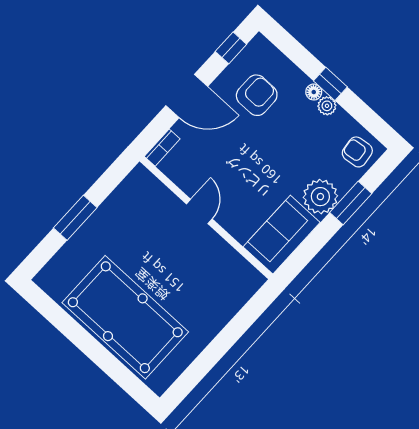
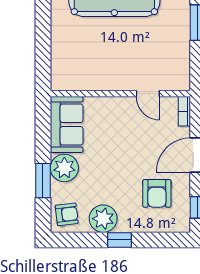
floor lamp: (314, 92) -> (125, 226), removed
plant: (327, 106) -> (103, 219), width x1.87, depth x1.87
door: (199, 211) -> (148, 94), moved

